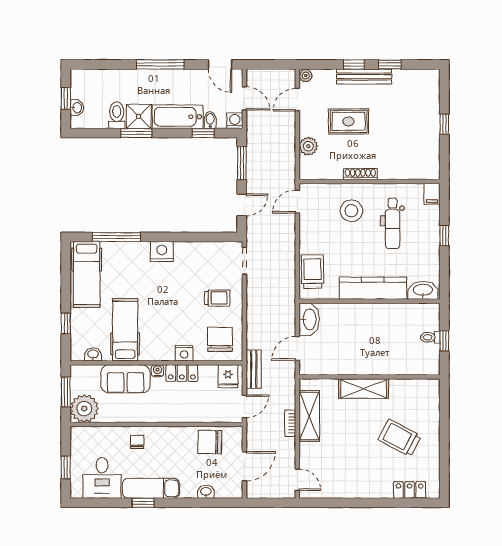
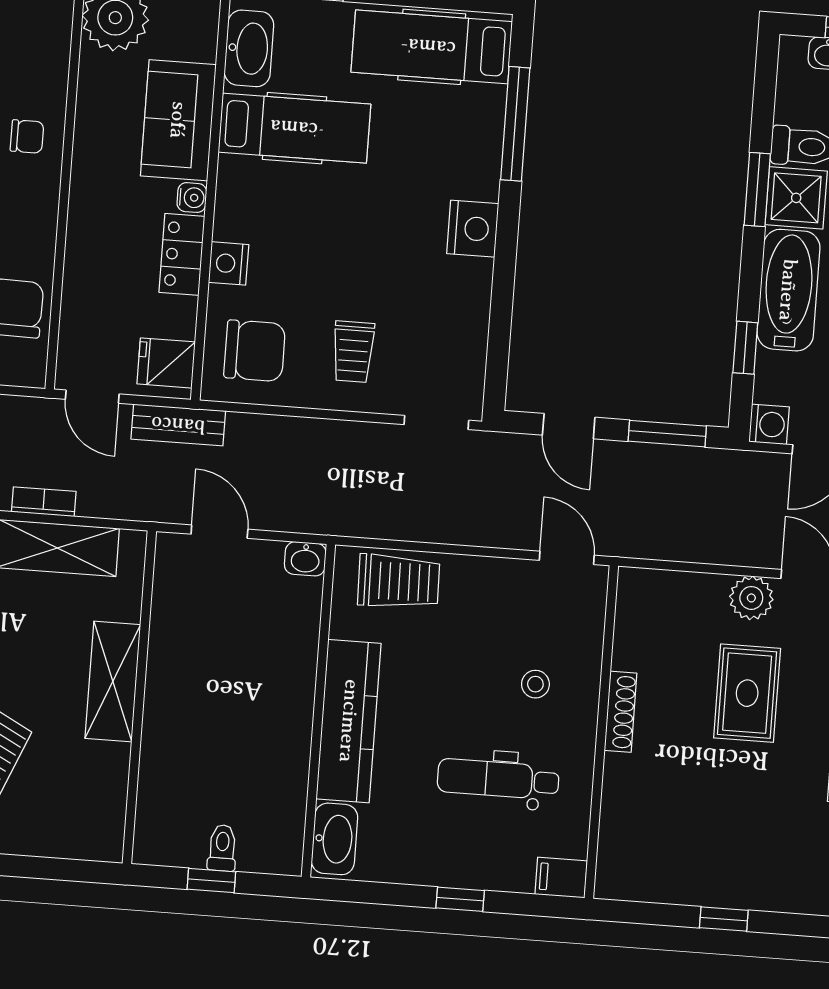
bidet: (210, 120) -> (775, 366), removed
plant: (308, 146) -> (751, 598), moved
stool: (351, 211) -> (535, 684), width x0.53, depth x0.53
washbasin: (309, 319) -> (305, 559), width x0.52, depth x0.69
washbasin: (93, 354) -> (249, 48), width x1.91, depth x1.45

